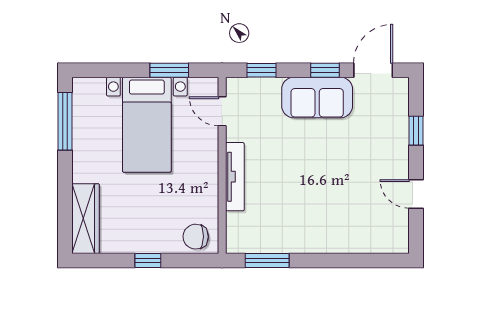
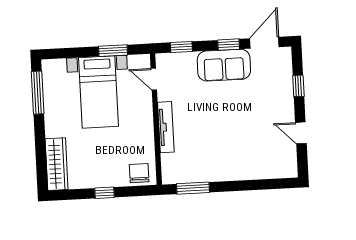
chair: (196, 237) -> (139, 173), turned 89

